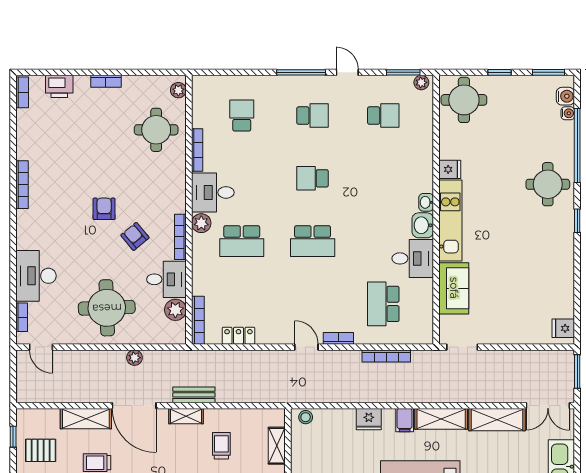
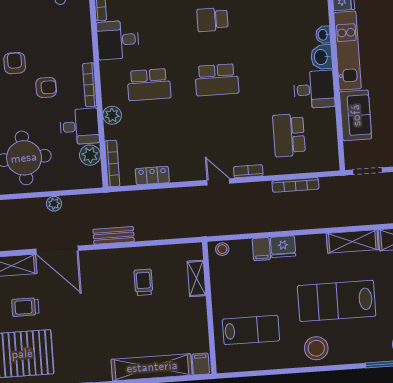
plant: (201, 223) -> (112, 115), moved
armchair: (135, 236) -> (46, 87), turned 130
shelving: (186, 416) -> (107, 256), removed
filing cabinet: (405, 420) -> (261, 249), moved

